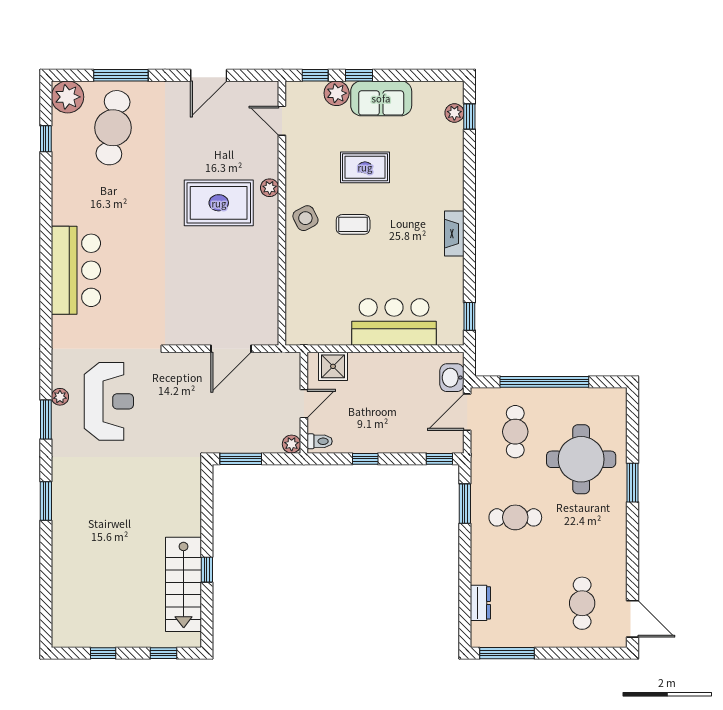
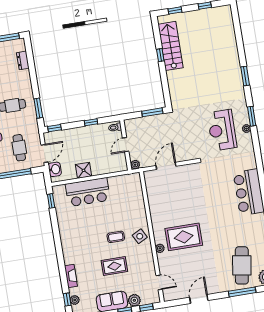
fireplace: (454, 234) -> (71, 276), moved
shower: (333, 366) -> (84, 170), moved
plant: (292, 444) -> (135, 165), moved

